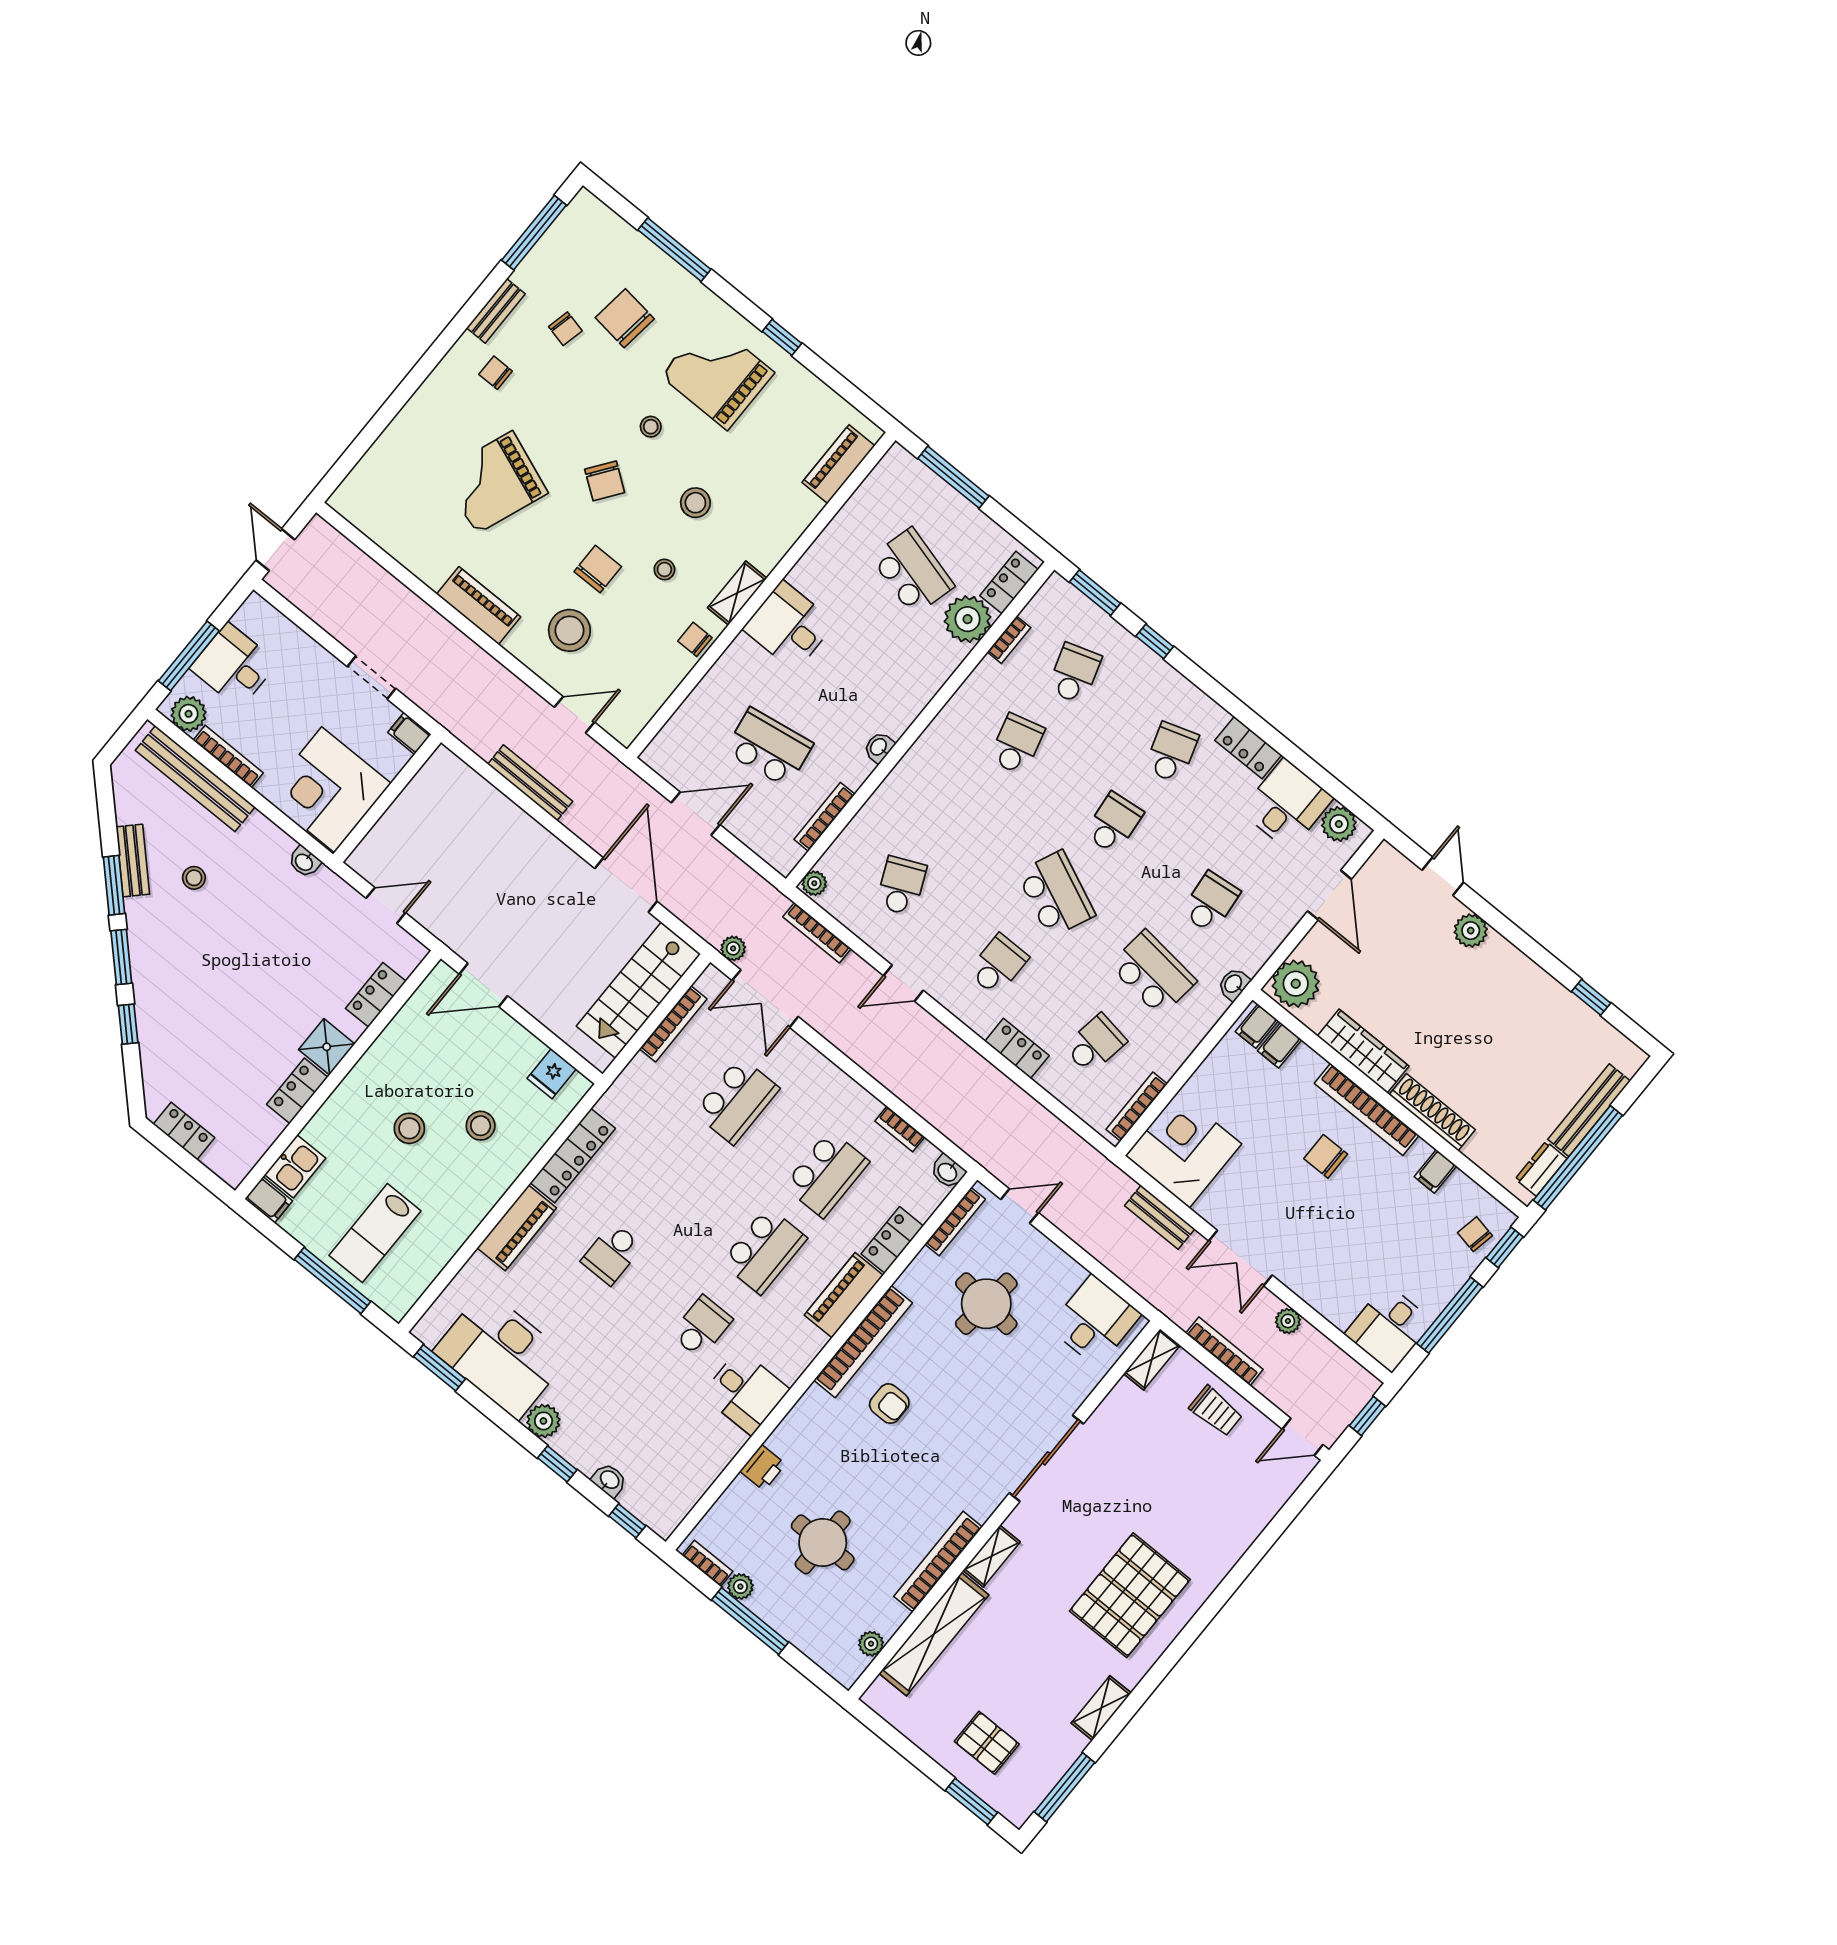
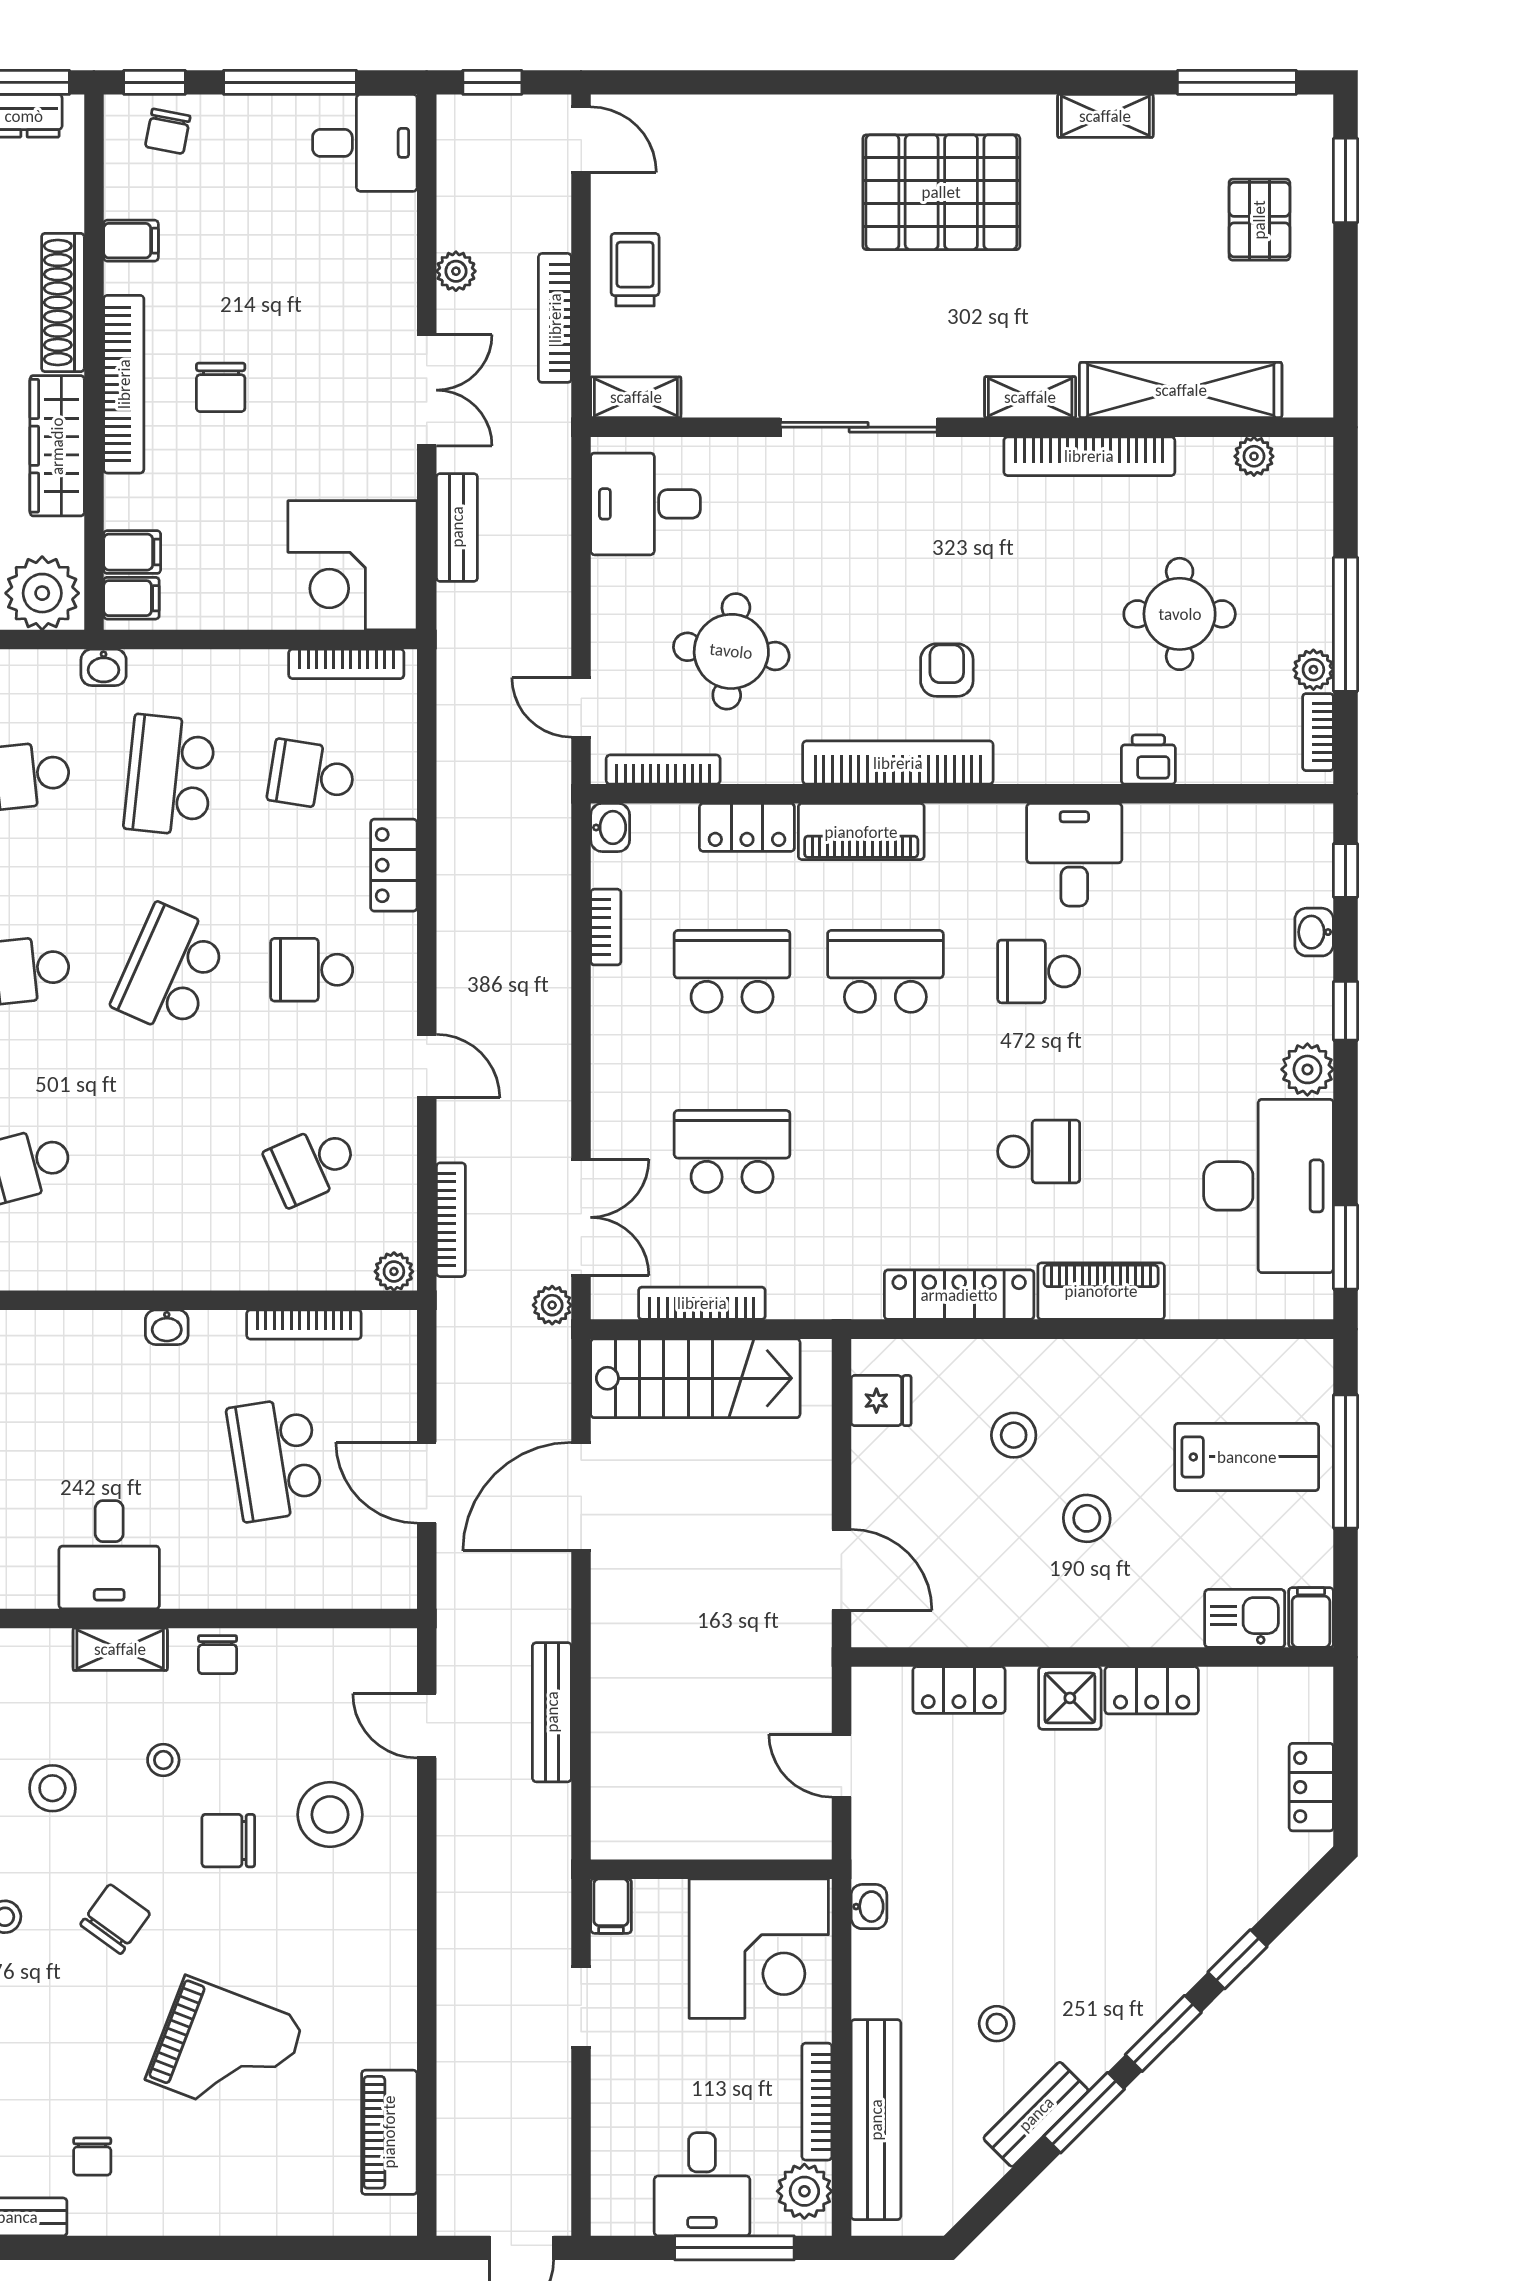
piano: (479, 606) -> (389, 2132), moved

